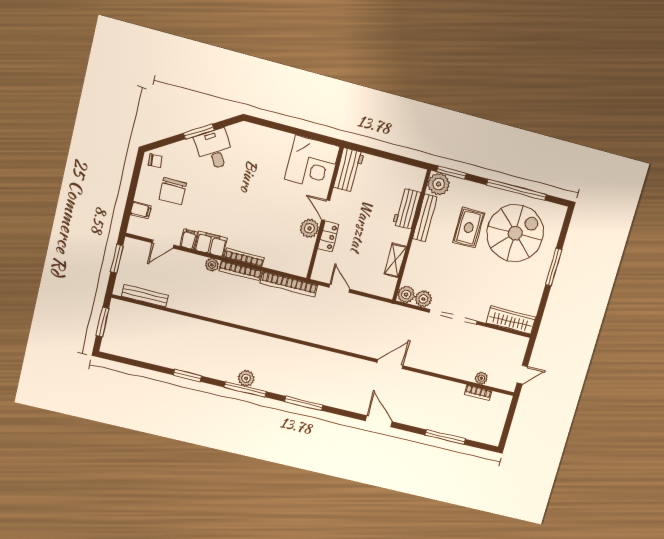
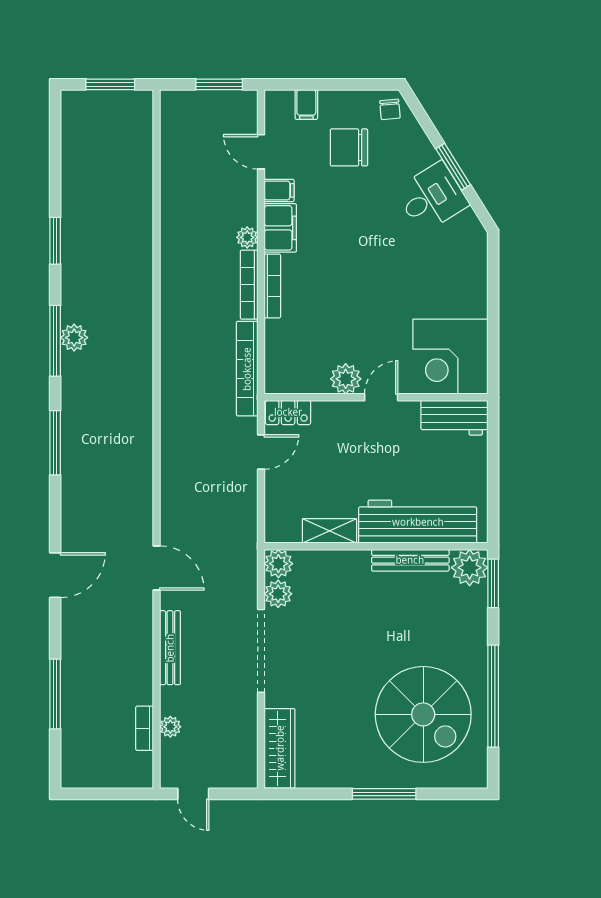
workbench: (407, 208) -> (418, 522), width x1.88, depth x1.32
rug: (469, 228) -> (413, 636), removed
locker: (328, 237) -> (288, 412), moved
bench: (145, 296) -> (170, 648), moved

